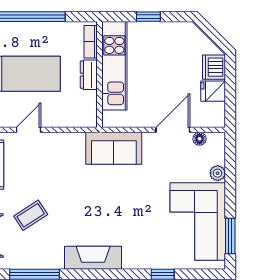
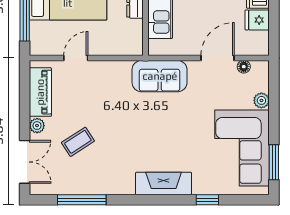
fireplace: (93, 258) -> (164, 184), moved

